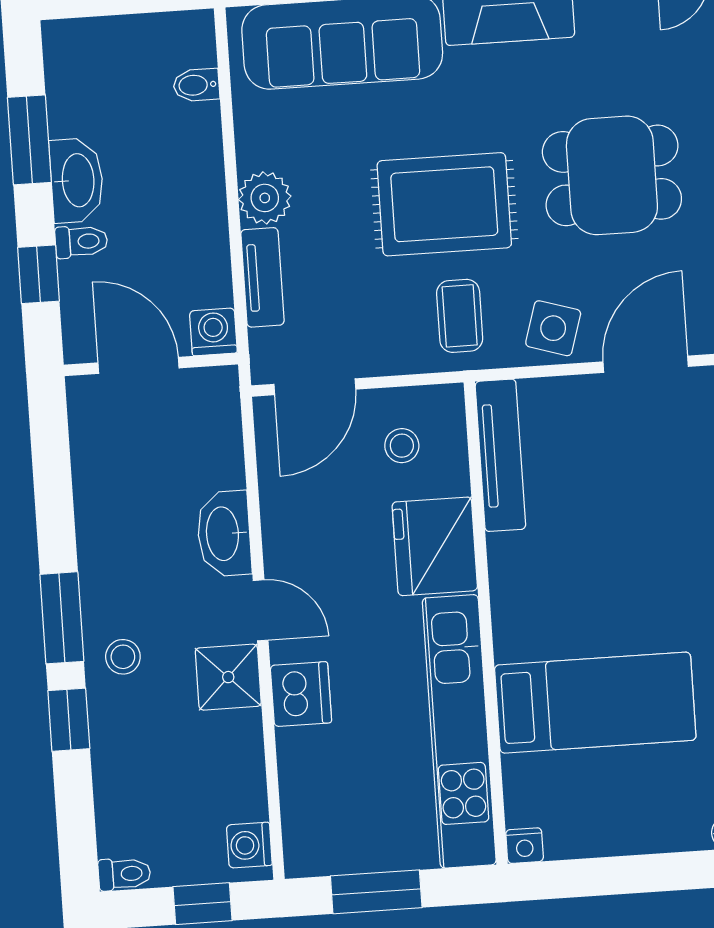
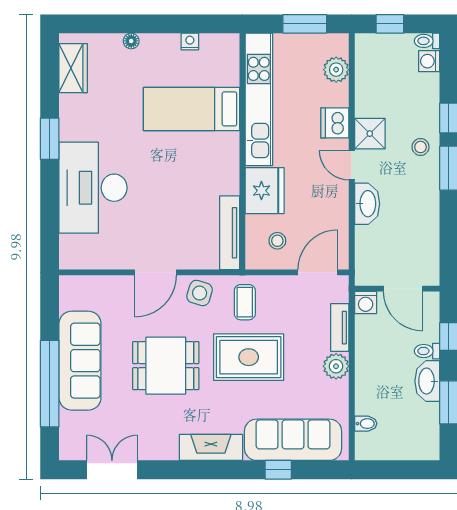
plant: (306, 803) -> (336, 70), added
washing machine: (249, 845) -> (429, 61), moved, turned 180
nightstand: (525, 846) -> (190, 41), moved

